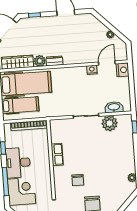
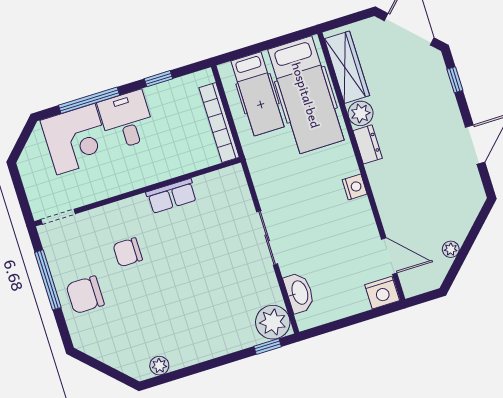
nightstand: (92, 70) -> (355, 187), moved
plant: (110, 123) -> (273, 322), moved
desk: (18, 163) -> (127, 120), width x0.73

